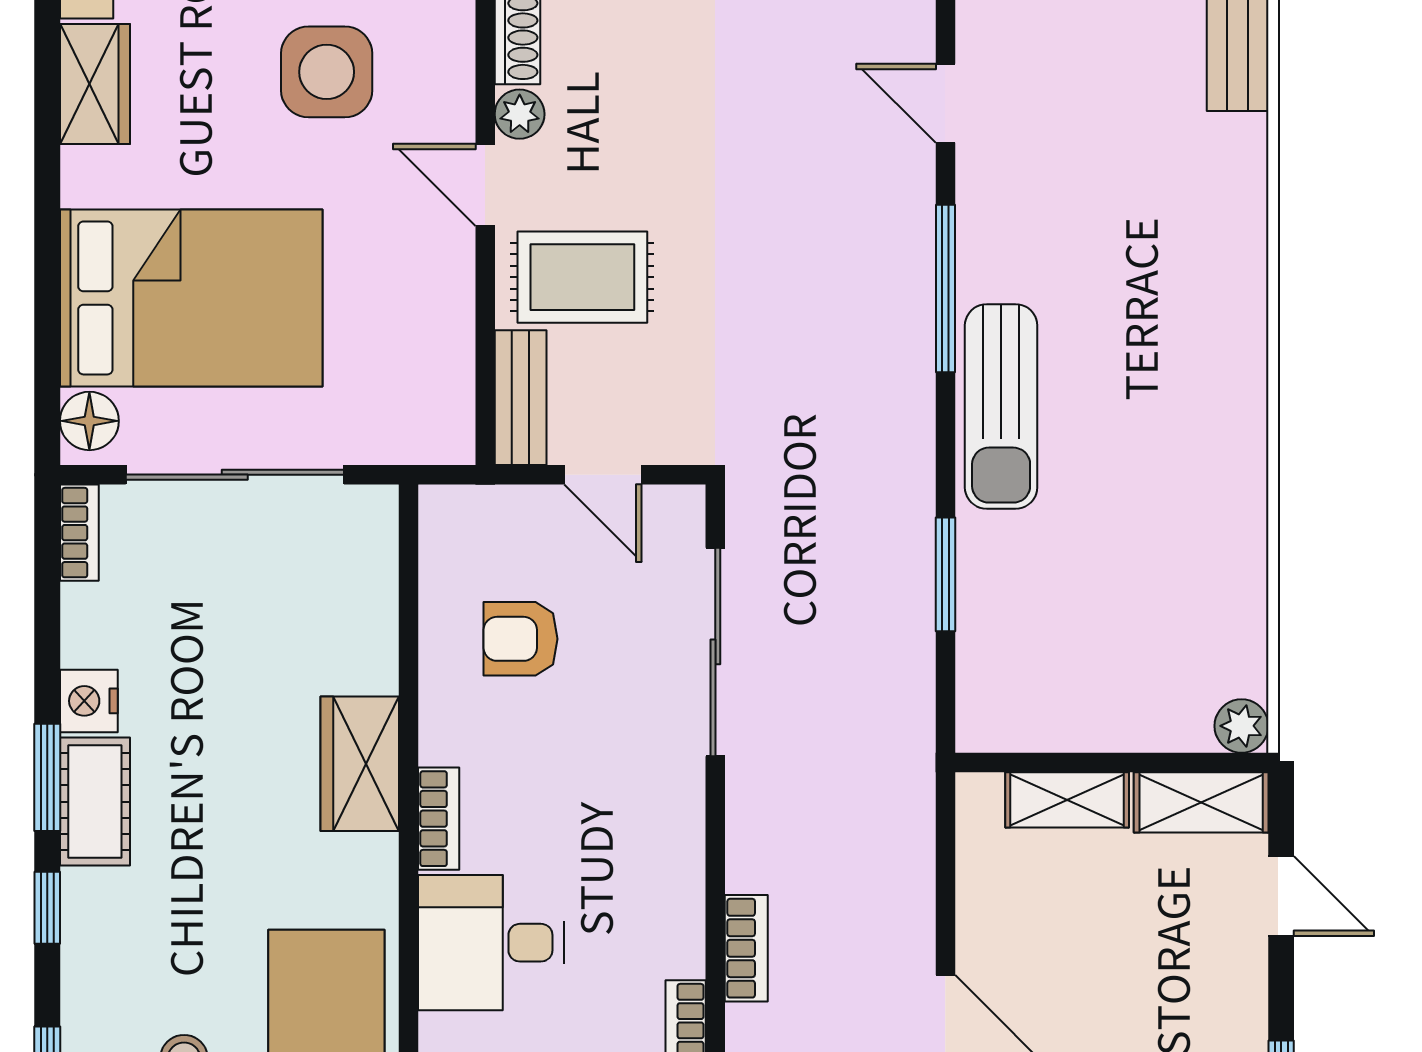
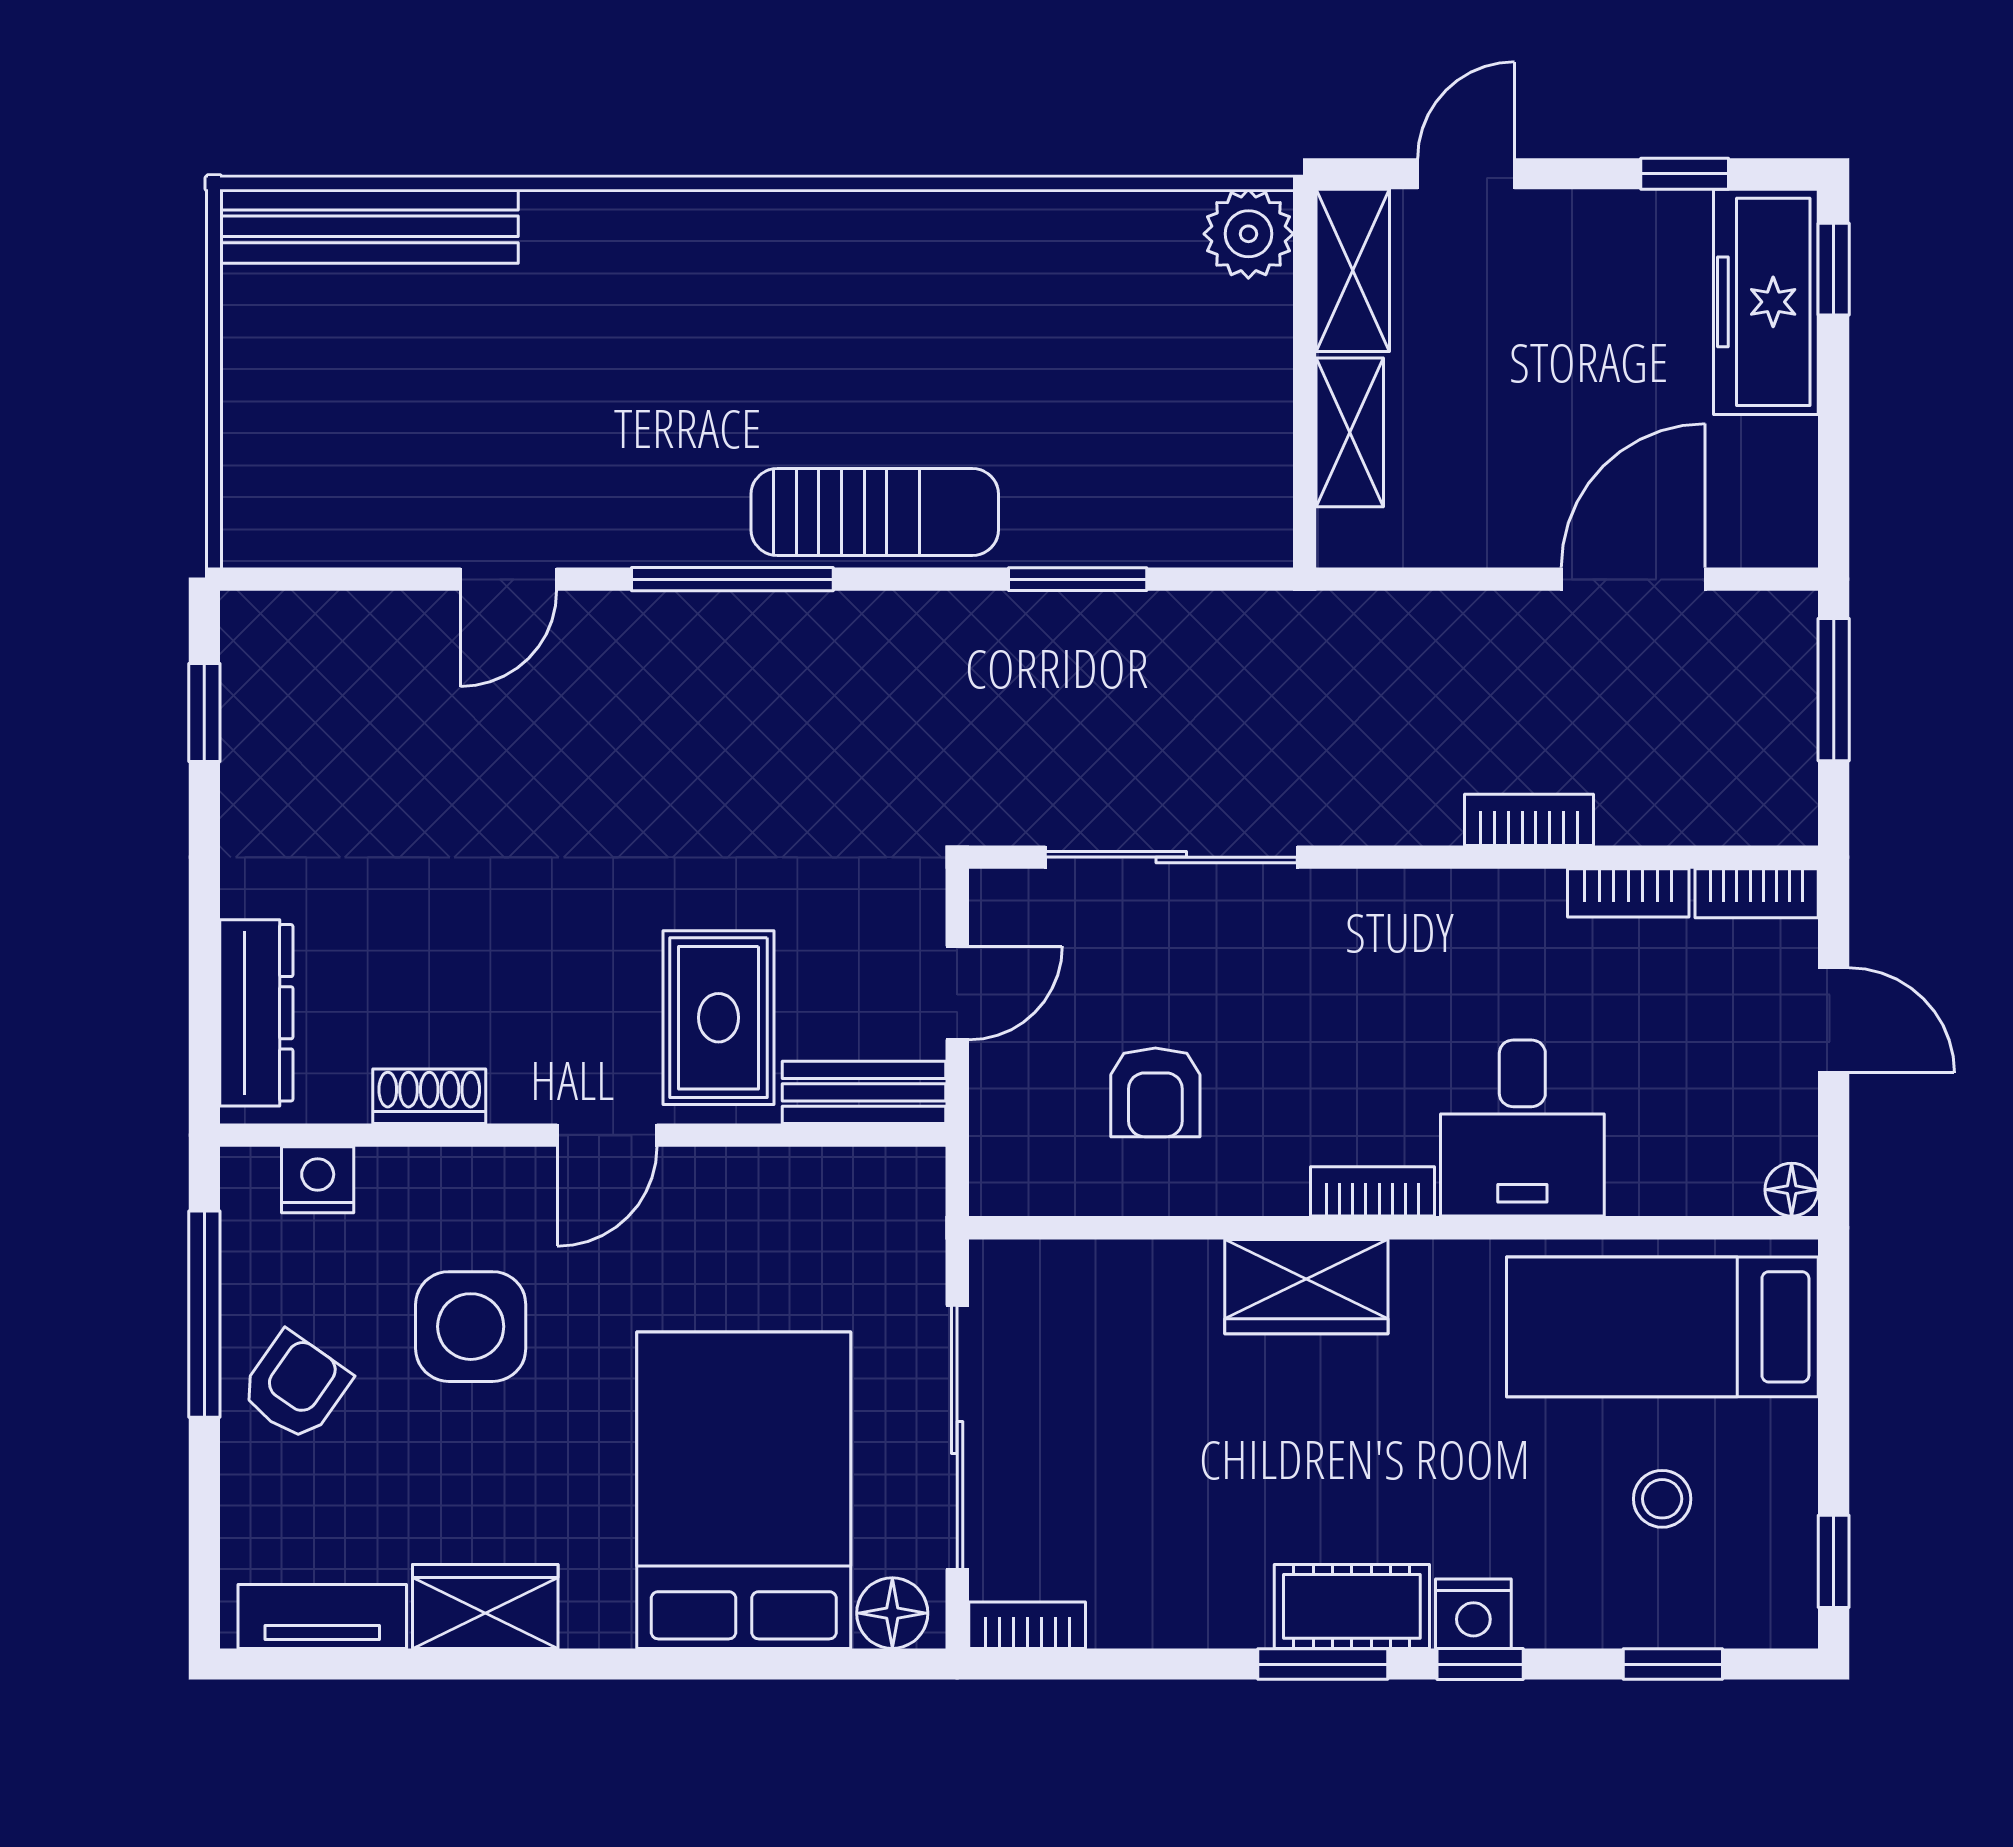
plant: (520, 114) -> (522, 1094), removed
nightstand: (89, 701) -> (1473, 1614), moved
plant: (1242, 726) -> (1248, 234), width x1.38, depth x1.38

